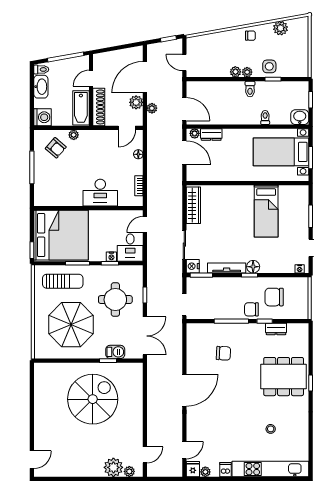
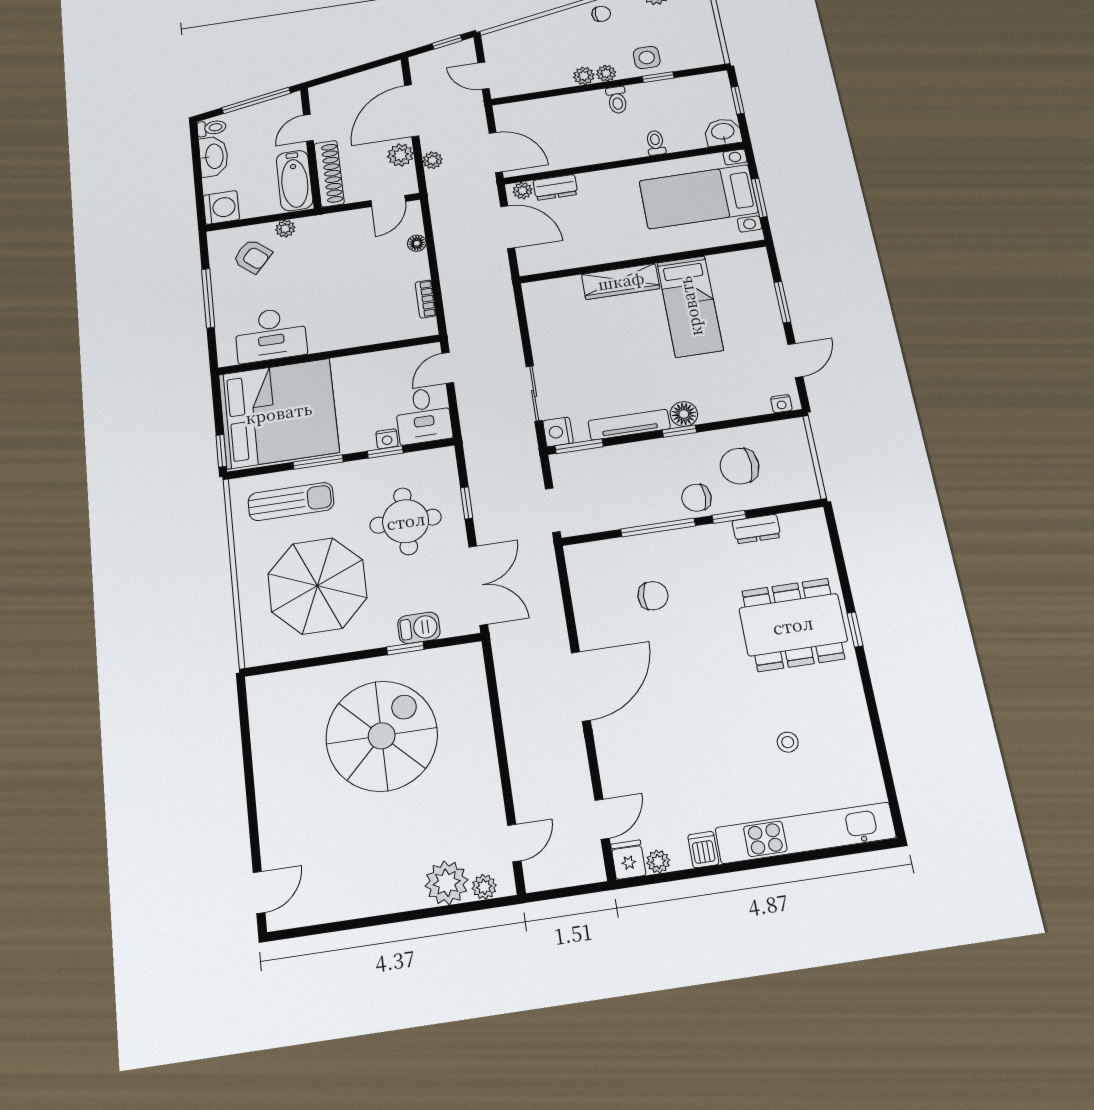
desk: (100, 193) -> (271, 335), moved
wardrobe: (193, 205) -> (621, 281), moved, turned 90

